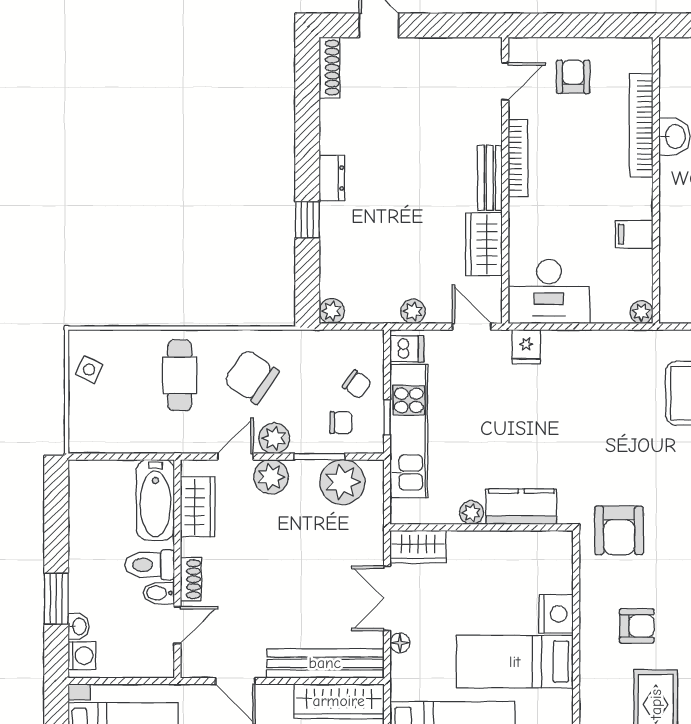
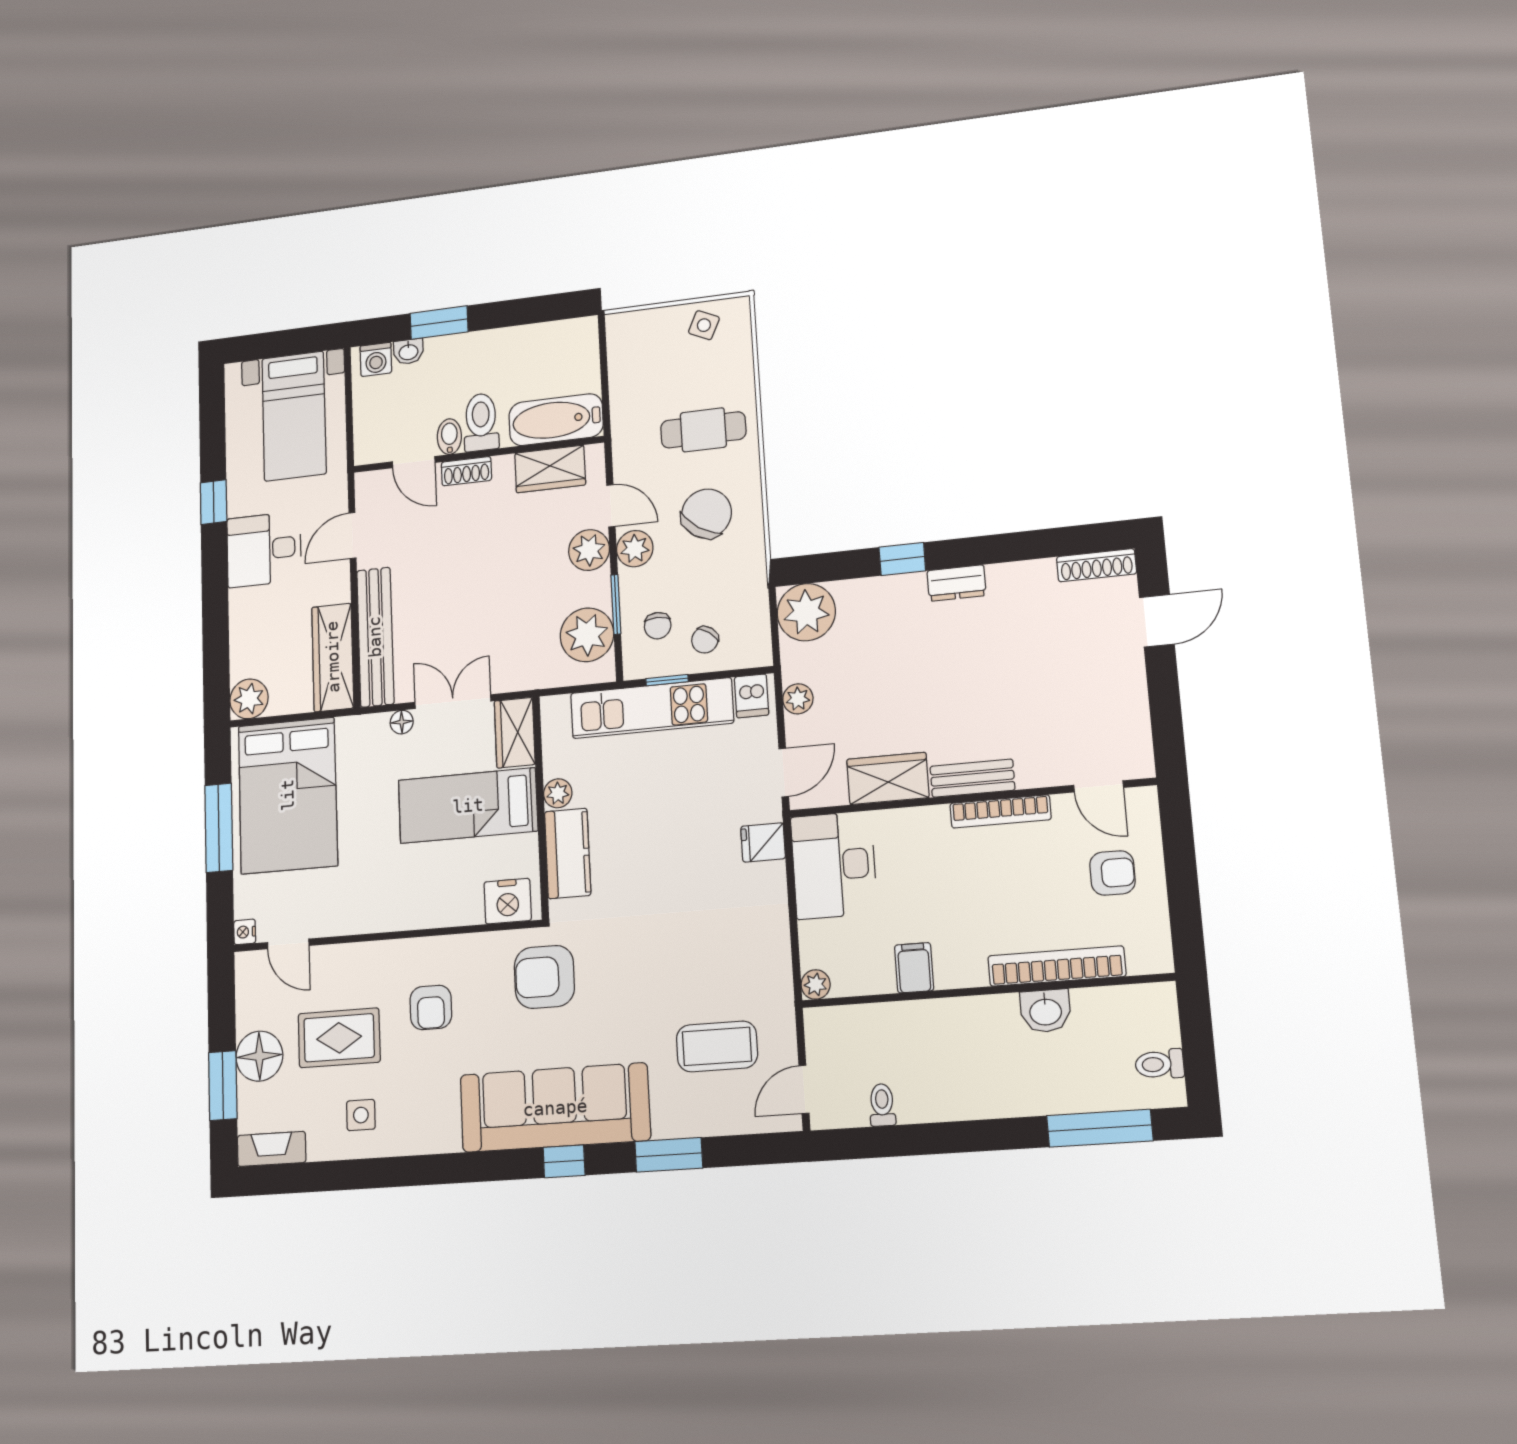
plant: (332, 311) -> (806, 612), width x1.88, depth x1.88
nightstand: (556, 614) -> (508, 901), moved
bed: (515, 662) -> (468, 806), moved, turned -90

